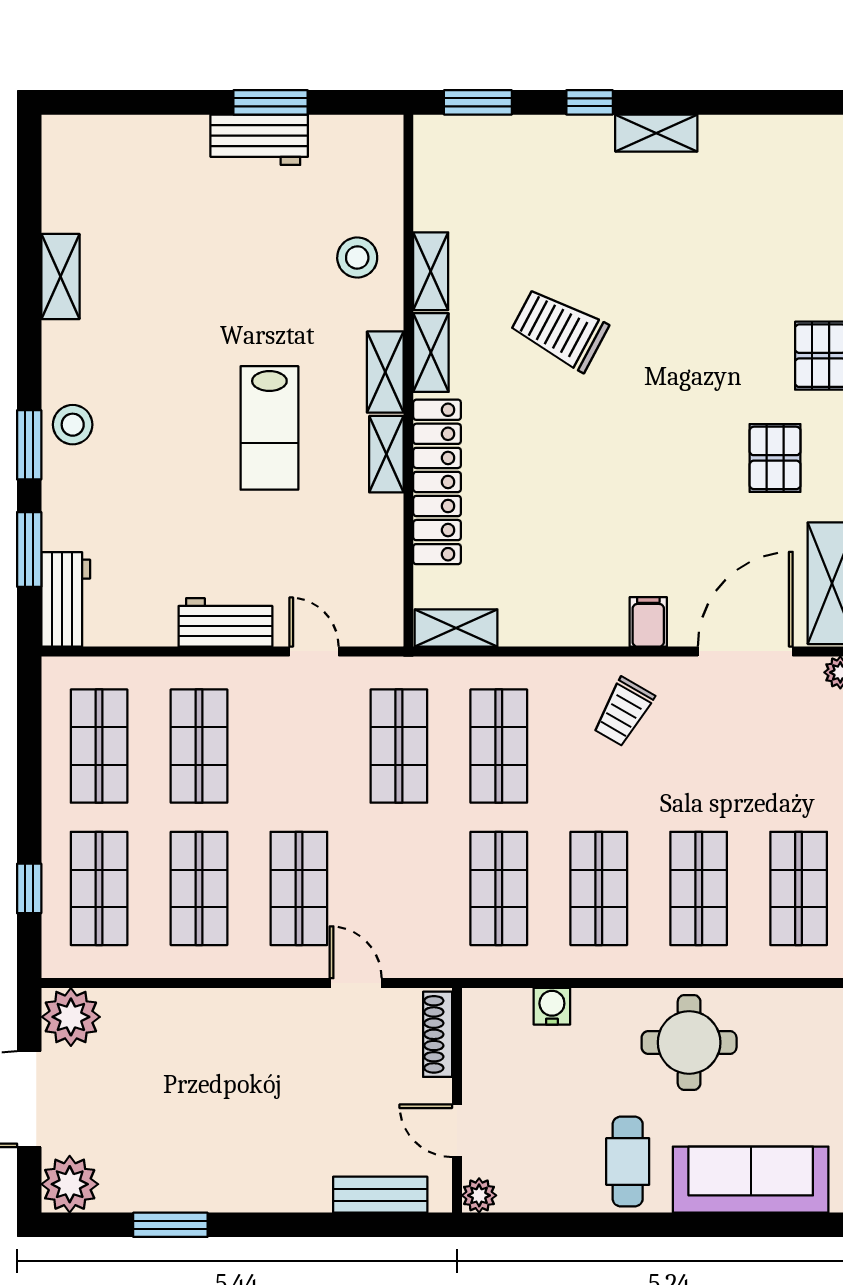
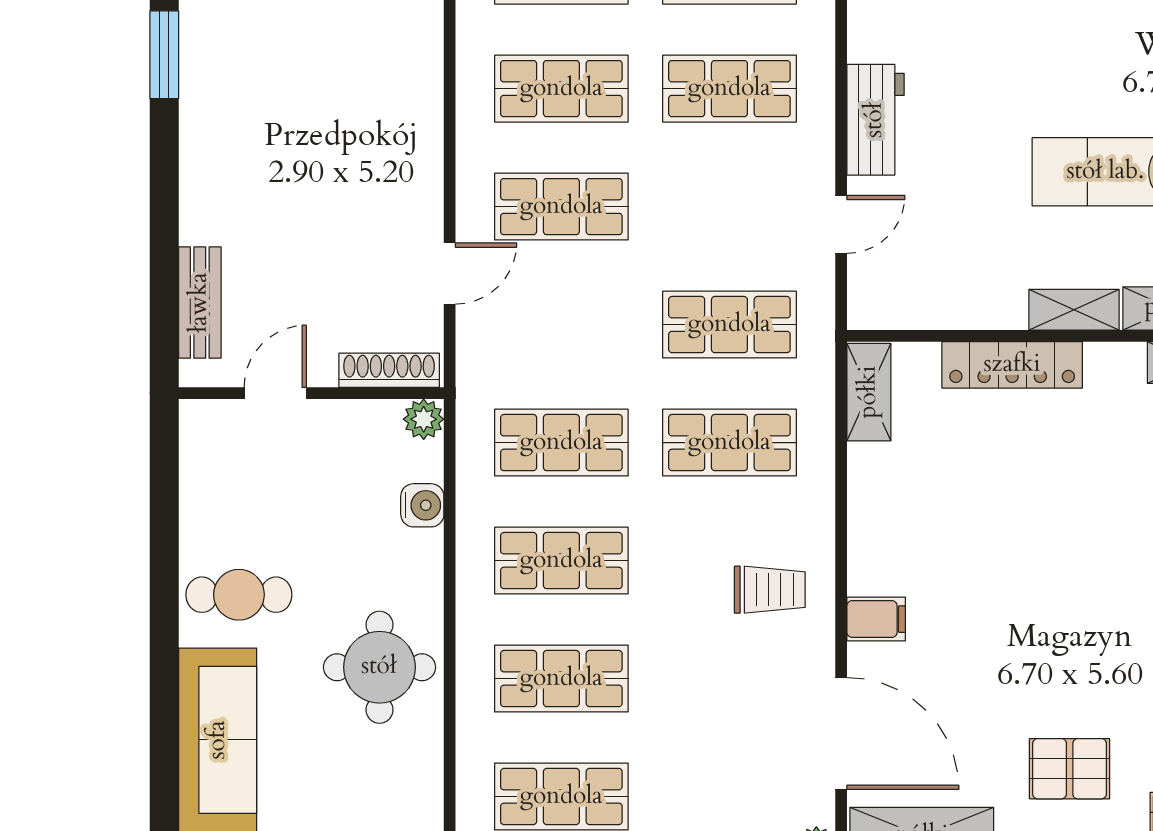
locker: (437, 482) -> (1012, 365), width x0.71, depth x0.83
trolley: (623, 712) -> (770, 590), turned 150
plant: (479, 1195) -> (424, 419), moved

